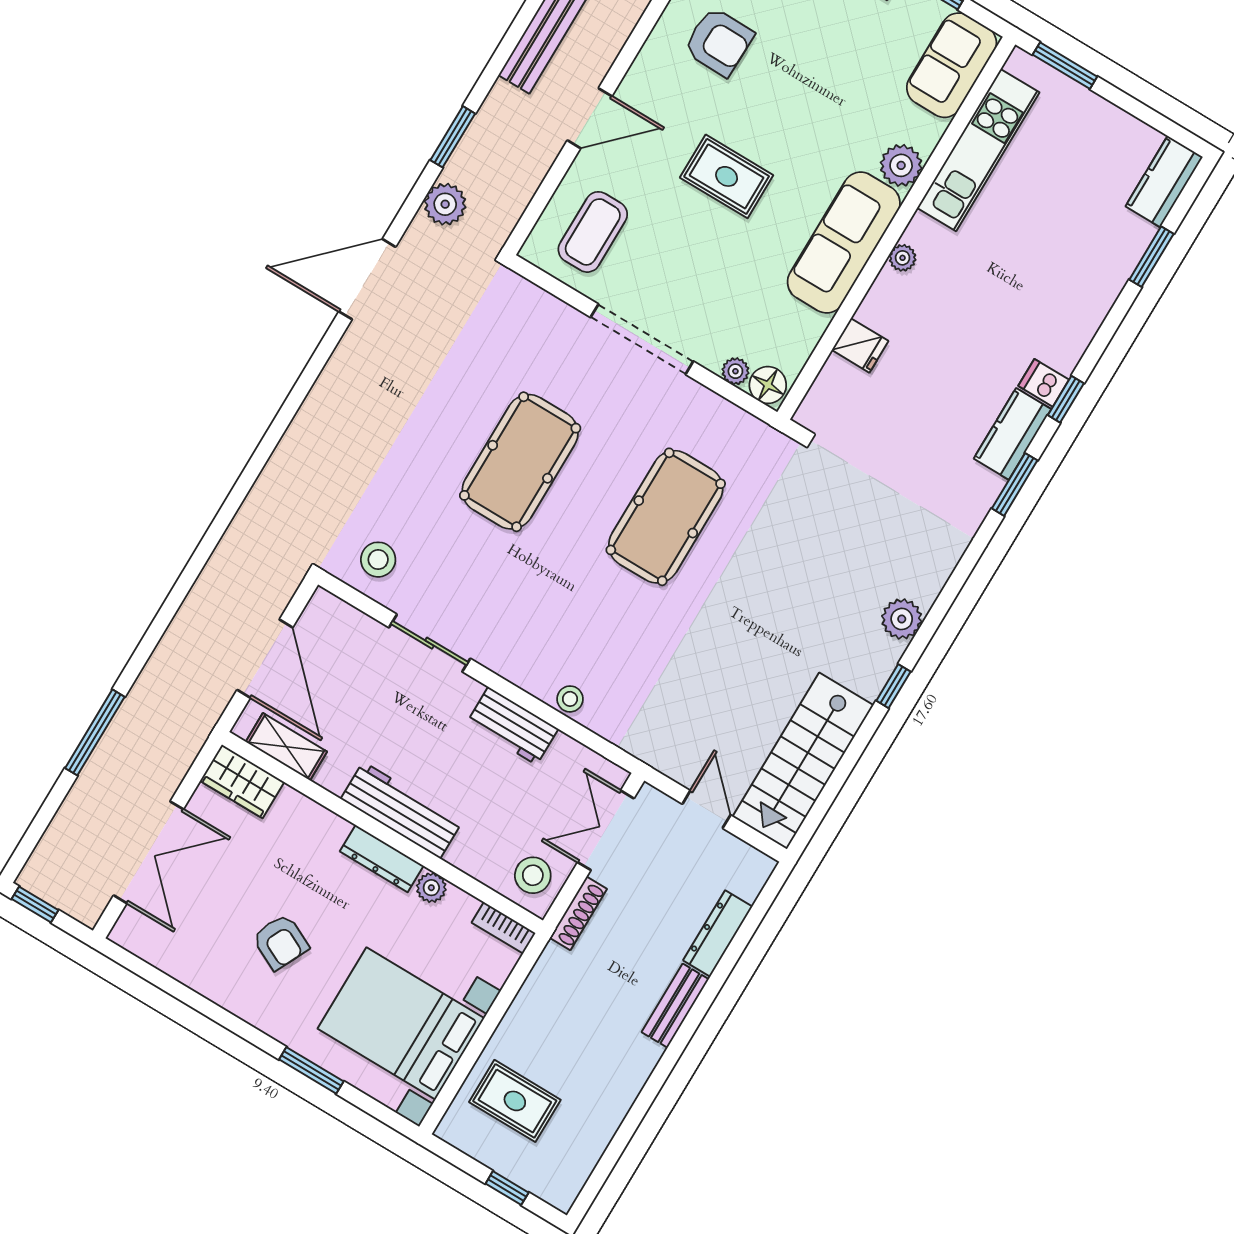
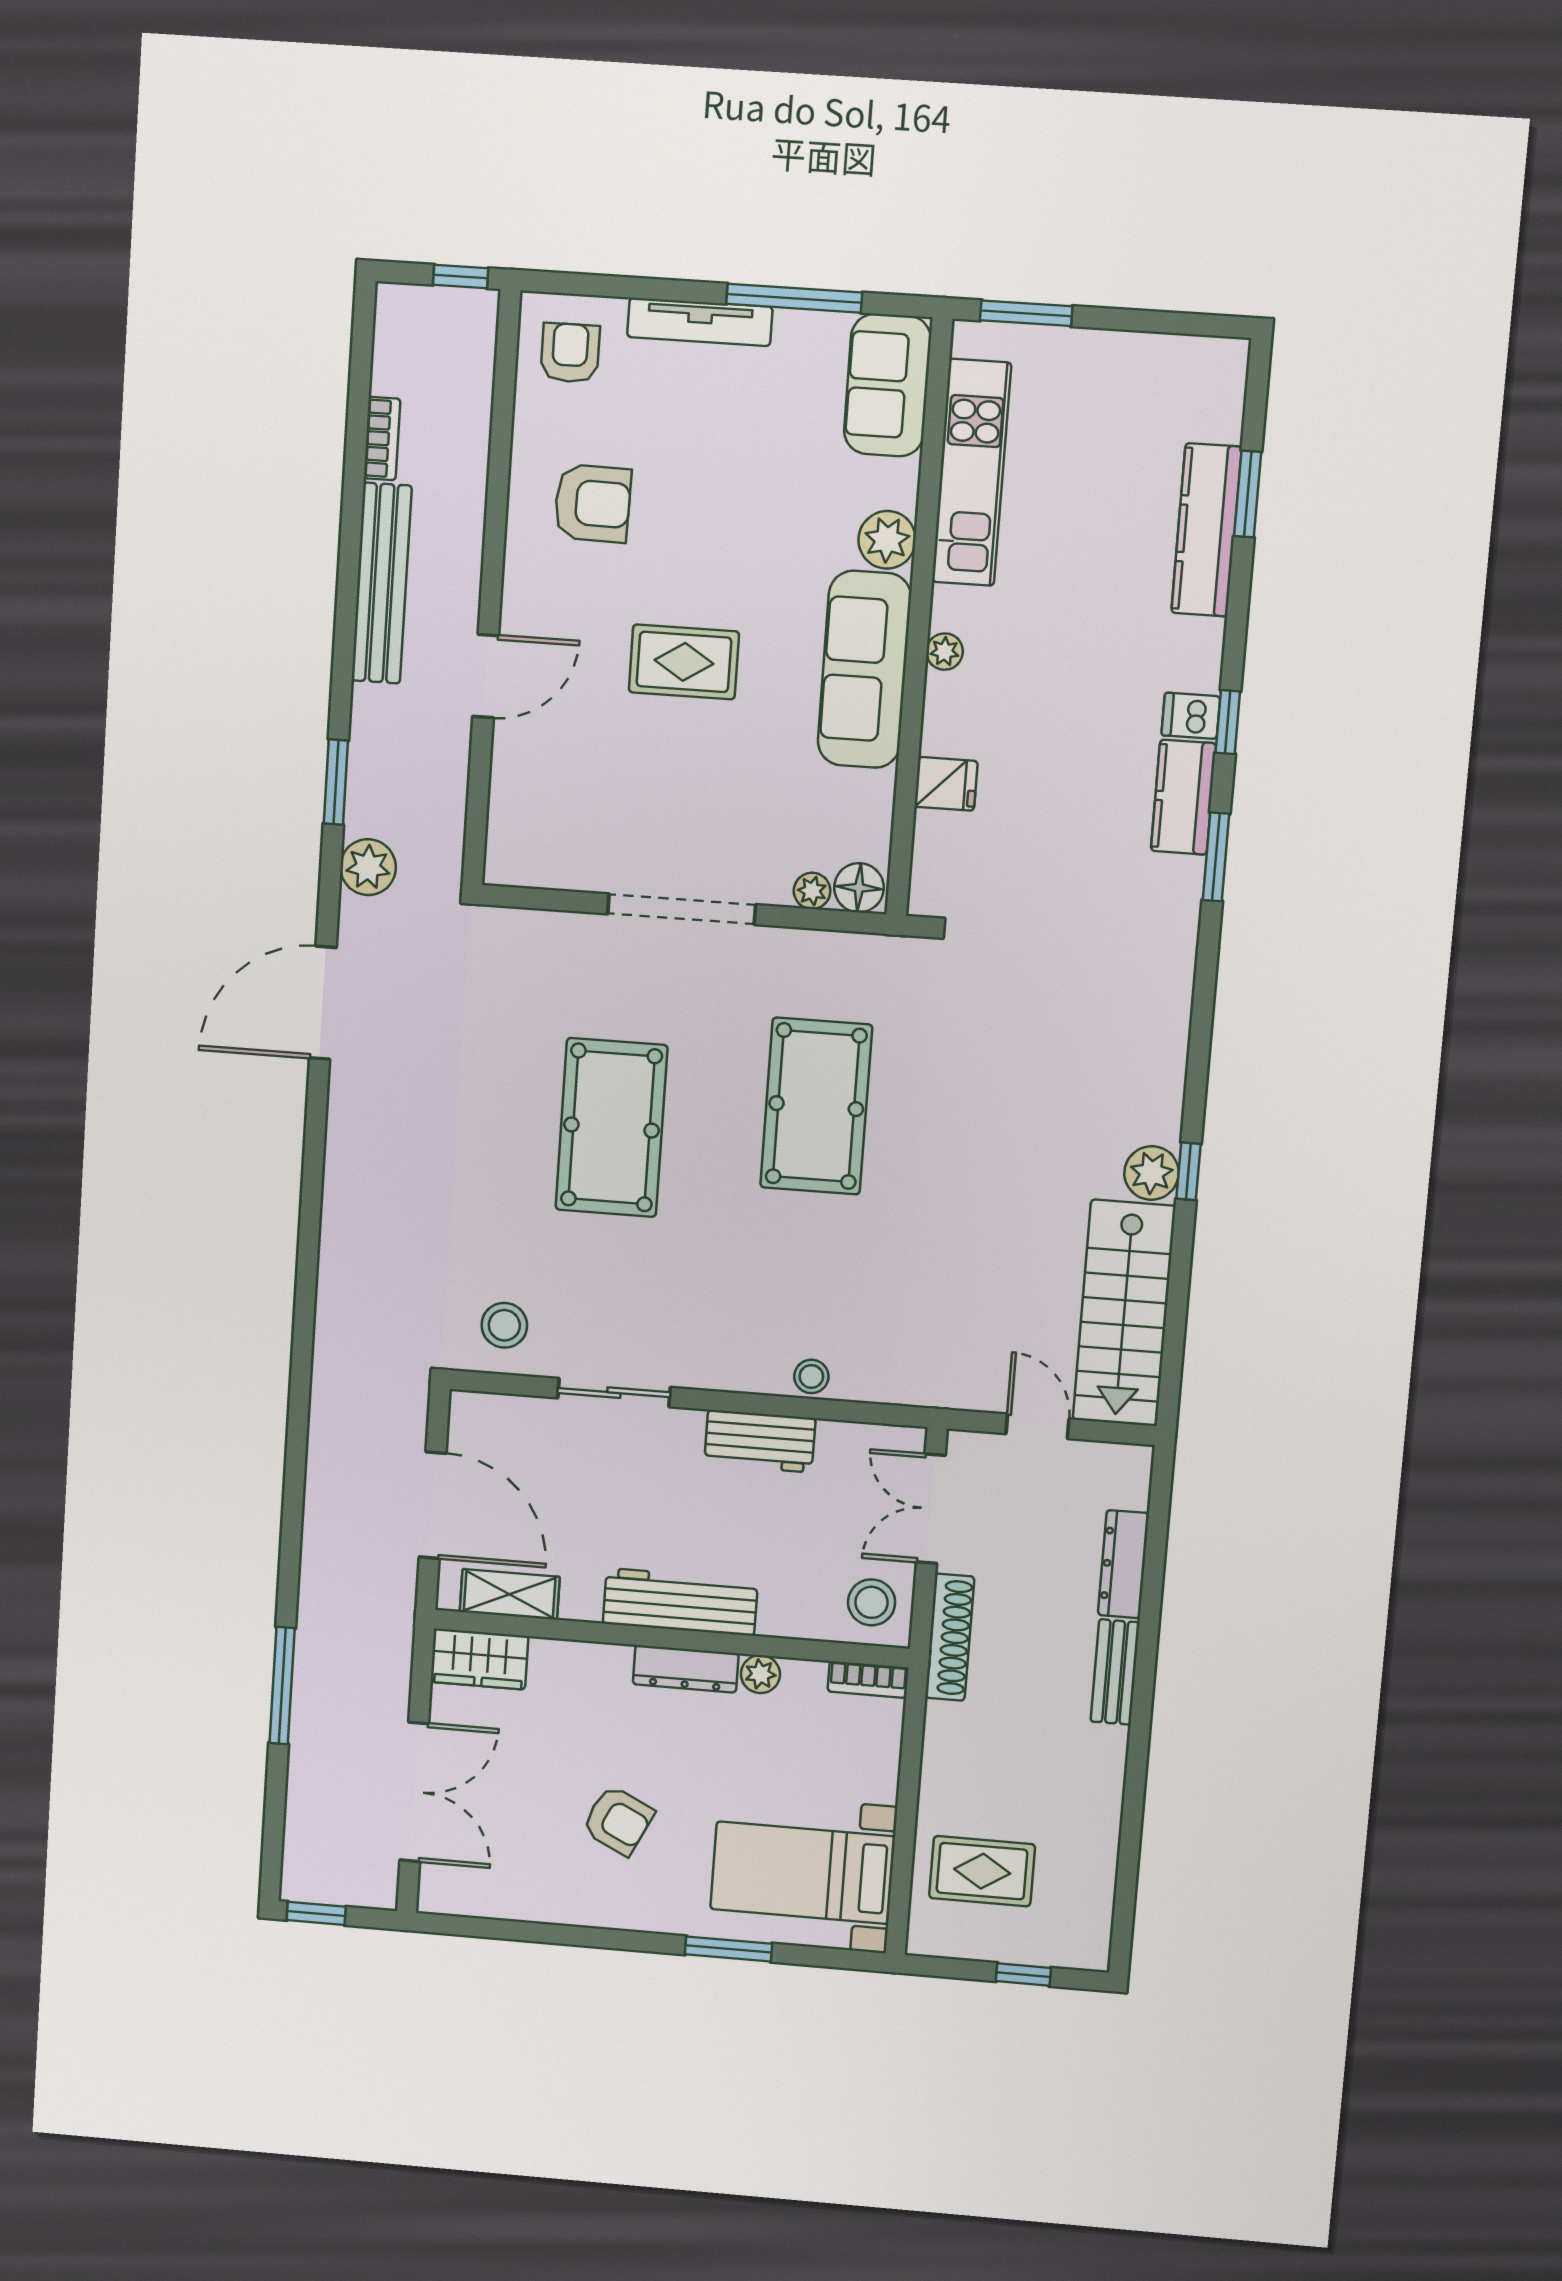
kitchen counter: (1164, 182) -> (1207, 530), moved, width x1.50
coffee table: (593, 232) -> (559, 811), removed
plant: (902, 619) -> (1152, 1173), moved
shoe rack: (578, 913) -> (950, 1637), width x1.36, depth x1.24
bed with nightstands: (401, 1023) -> (803, 1873), width x0.73

